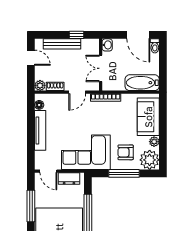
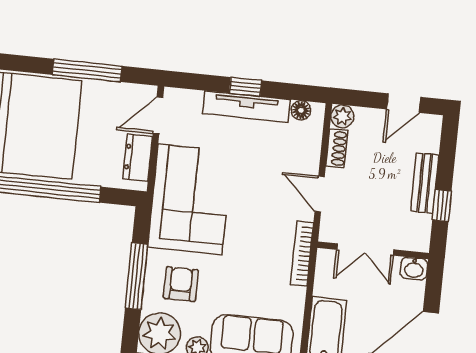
bench: (62, 44) -> (425, 183), width x0.73
double door: (101, 68) -> (365, 250), swing flipped
window: (31, 132) -> (245, 87), added

